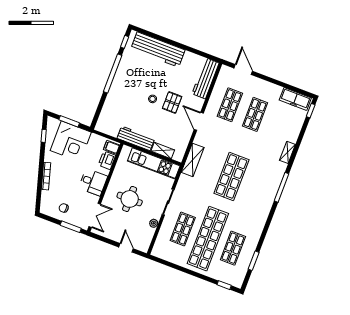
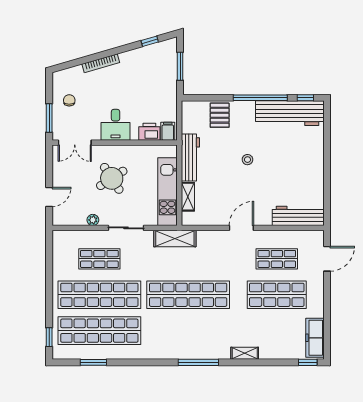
workbench: (158, 49) -> (290, 113), moved, turned -90
pallet: (172, 103) -> (220, 115), moved, turned 90
shop shelf: (255, 114) -> (277, 295), width x1.43, depth x1.36
corner desk: (71, 141) -> (156, 78), removed
shelving: (193, 160) -> (175, 238), moved
shop shelf: (231, 176) -> (188, 295), width x1.40
round table: (130, 199) -> (112, 178), turned -33
shop shelf: (233, 248) -> (99, 331), width x2.00, depth x1.36

